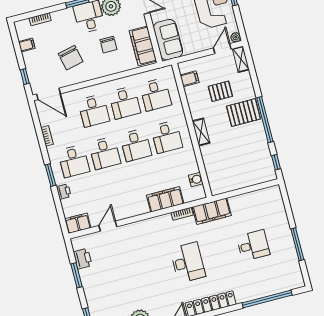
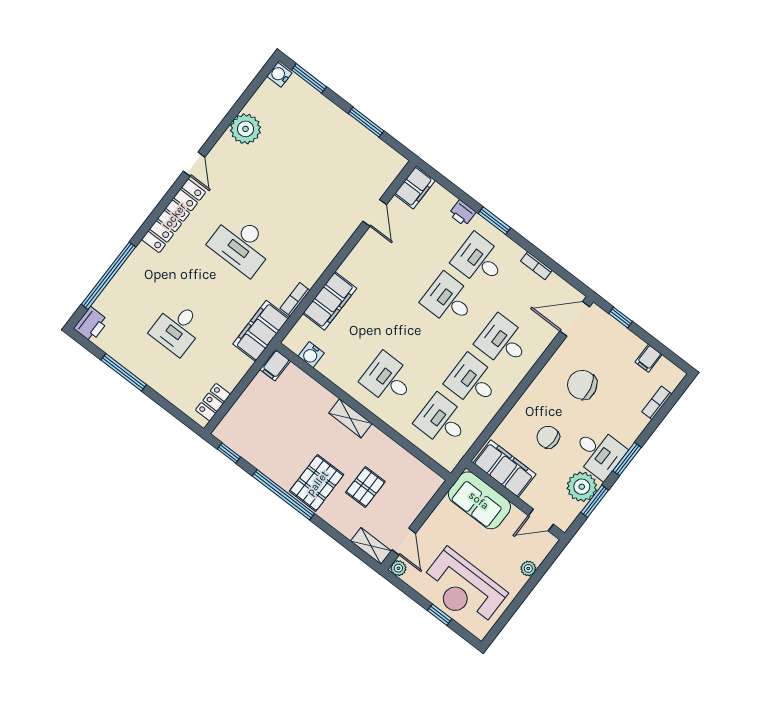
filing cabinet: (190, 79) -> (275, 365), moved
desk: (136, 145) -> (418, 340), removed
locker: (264, 194) -> (213, 402), added
printer: (83, 259) -> (91, 324), moved, turned -90

